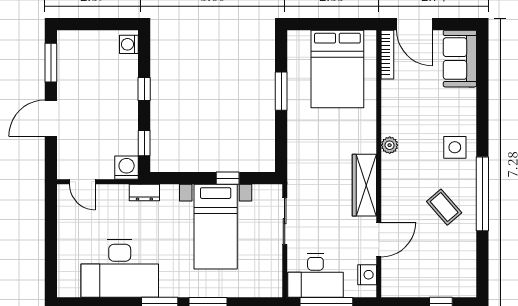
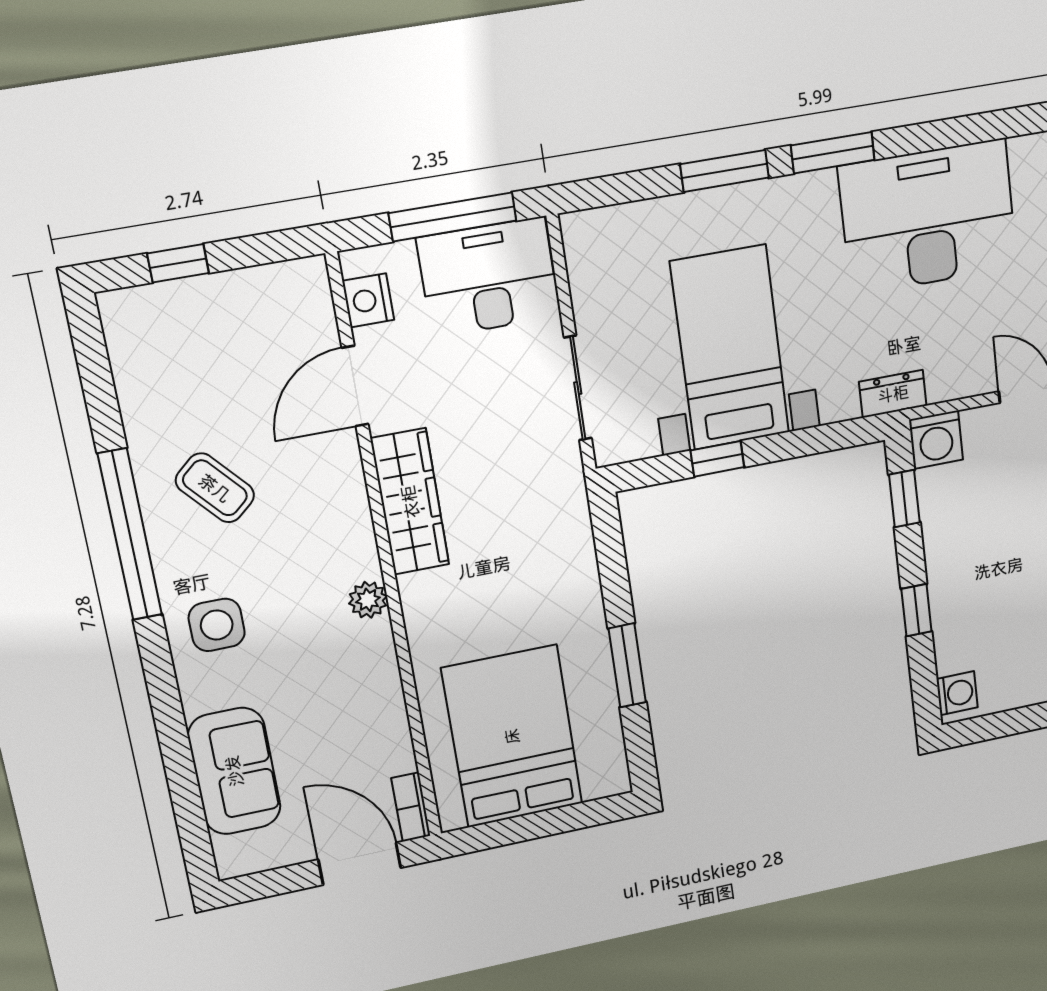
bookcase: (387, 55) -> (411, 807), width x0.64
sofa: (460, 59) -> (234, 771), moved

